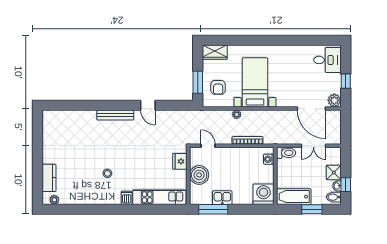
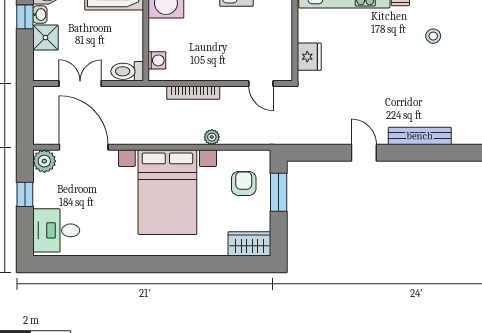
bed with nightstands: (255, 82) -> (167, 192), width x1.36
boiler: (199, 175) -> (276, 33), removed

